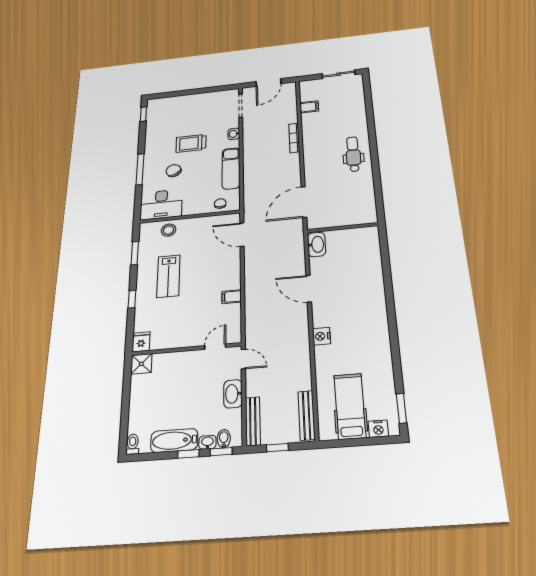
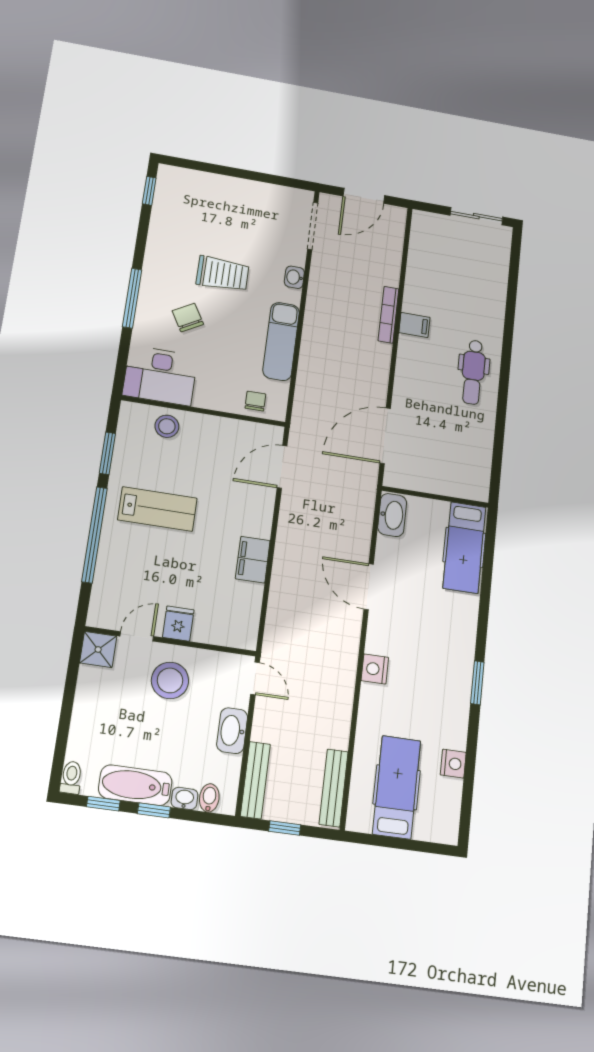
filing cabinet: (309, 107) -> (414, 325), moved
trolley: (191, 143) -> (223, 274), turned 180
dental chair: (353, 154) -> (473, 372), turned 180
door: (242, 235) -> (282, 467), hinge flipped
hospital bed: (367, 252) -> (464, 547), added
lab bench: (168, 276) -> (157, 509), turned -90
filing cabinet: (232, 297) -> (253, 560), width x2.00
window: (132, 299) -> (94, 535), width x3.17
fridge: (141, 342) -> (178, 624), moved
door: (215, 347) -> (137, 636), moved
stool: (189, 372) -> (170, 680), added
window: (401, 408) -> (477, 683), moved
nightstand: (378, 429) -> (453, 764), moved, turned -90
window: (221, 452) -> (103, 804), moved

